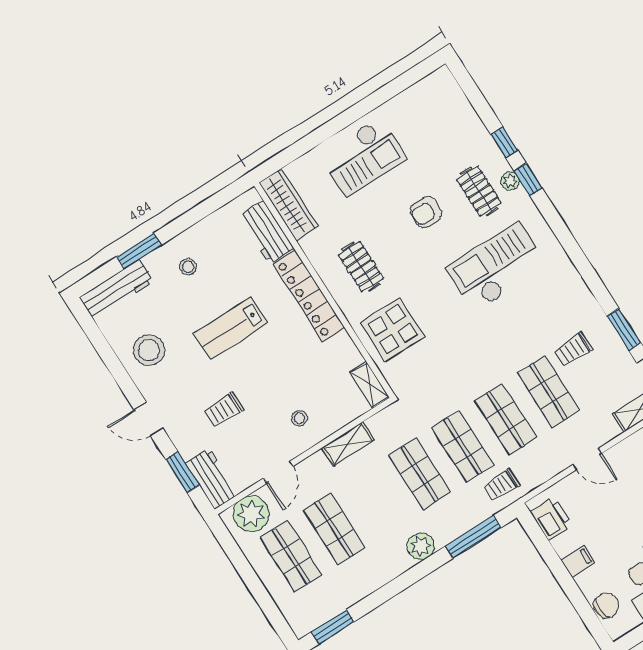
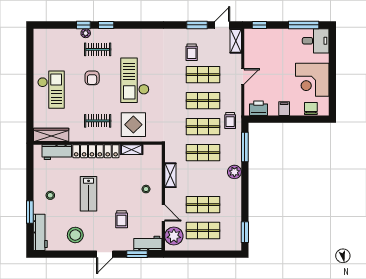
plant: (510, 181) -> (86, 33), moved
checkout: (497, 267) -> (135, 80), moved
shelving: (370, 385) -> (132, 150), moved

